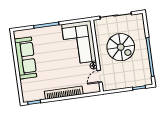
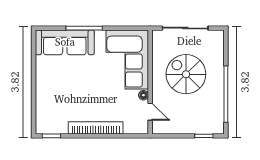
spiral stairs: (121, 47) -> (186, 74), turned 180
sofa: (25, 58) -> (65, 42), moved, turned 90
door: (100, 76) -> (150, 112), swing flipped

